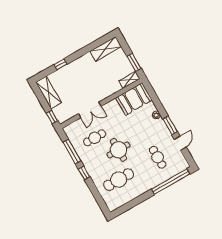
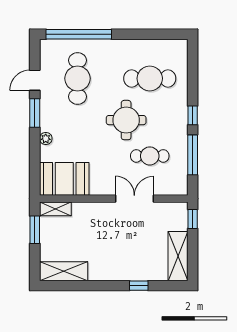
cafe table: (158, 157) -> (78, 78), width x1.37, depth x1.35

